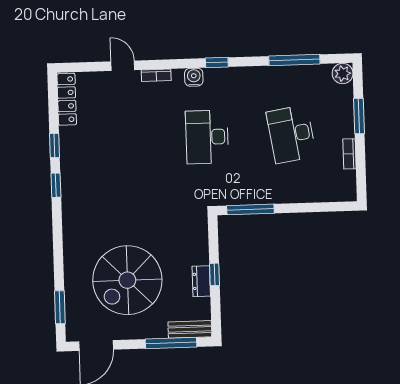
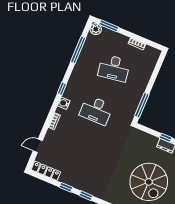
door: (123, 66) -> (38, 146), moved
window: (359, 116) -> (109, 26), moved

